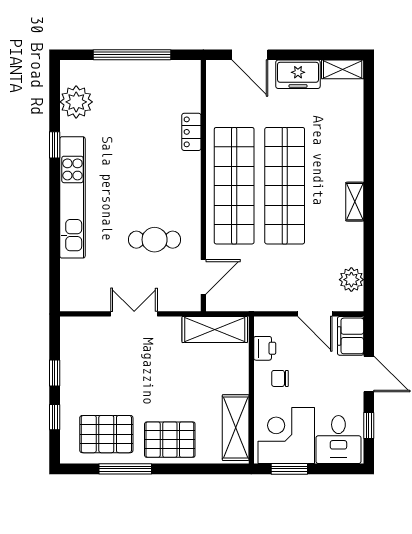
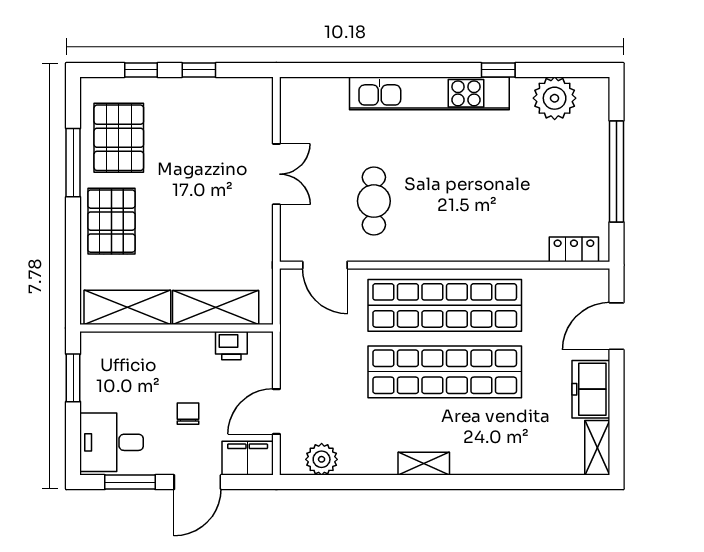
locker: (191, 132) -> (574, 249), moved
shelving: (215, 330) -> (216, 308), moved, turned 90
chair: (280, 378) -> (188, 414), moved
window: (369, 426) -> (130, 482), width x1.50
corner desk: (286, 436) -> (117, 374), removed

